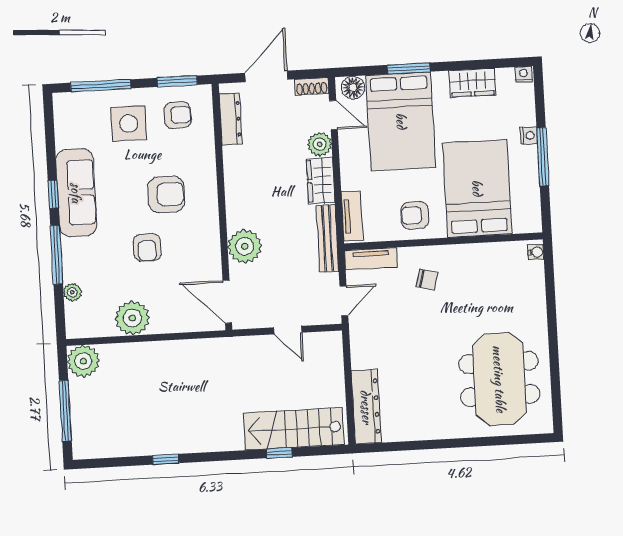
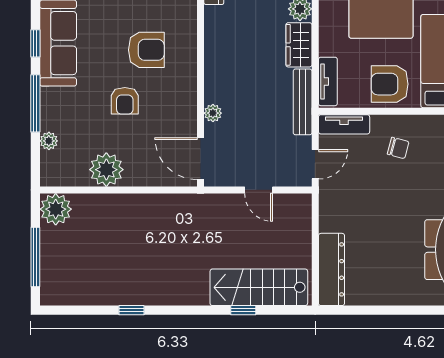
armchair: (415, 215) -> (390, 84), width x1.38, depth x1.38
plant: (245, 246) -> (213, 113), width x0.53, depth x0.53

